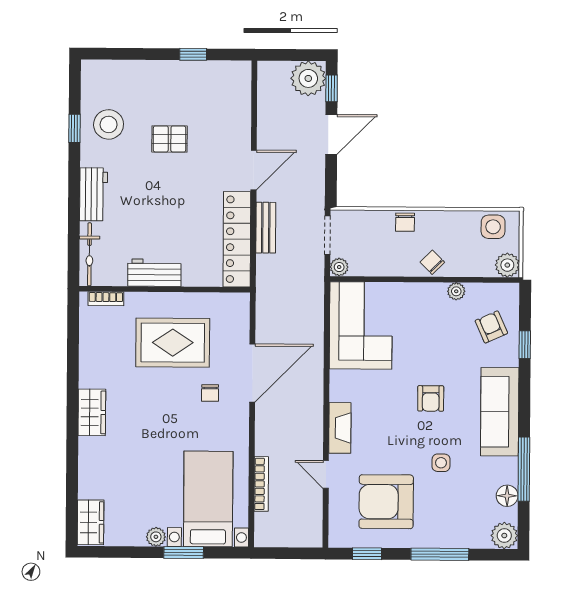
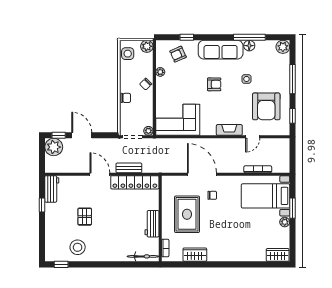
window: (74, 128) -> (61, 264), moved
workbench: (94, 194) -> (52, 189), moved, turned 90
wardrobe: (92, 412) -> (195, 255), moved
floor lamp: (507, 496) -> (249, 46), moved

